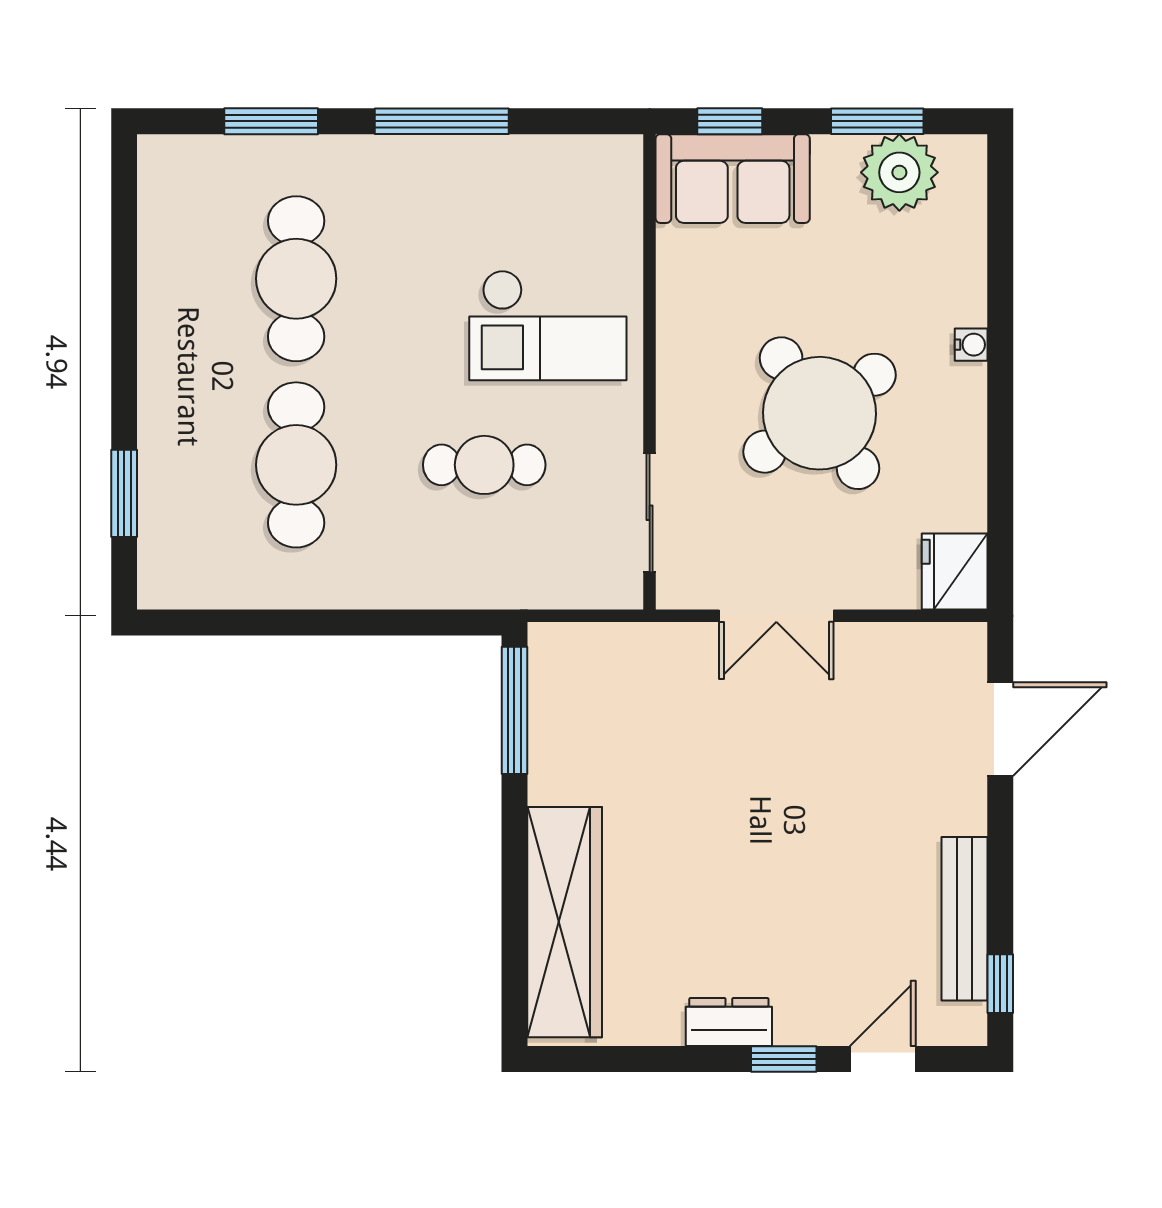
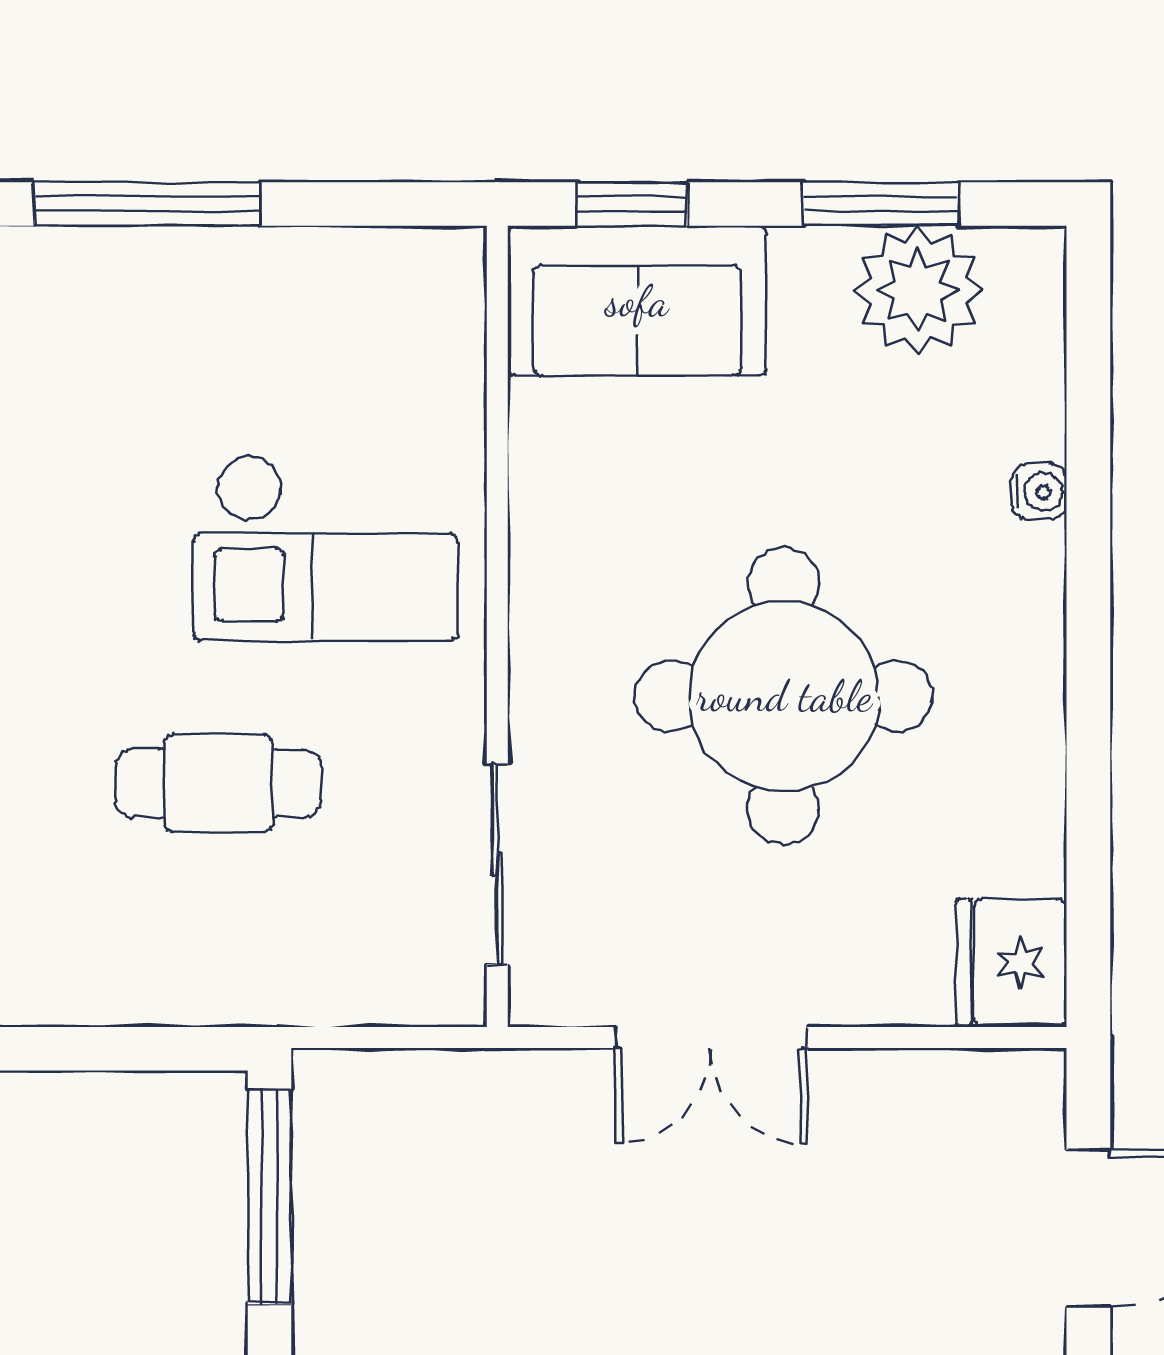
water cooler: (971, 345) -> (1039, 492), moved
round table: (820, 413) -> (784, 696), turned 35

